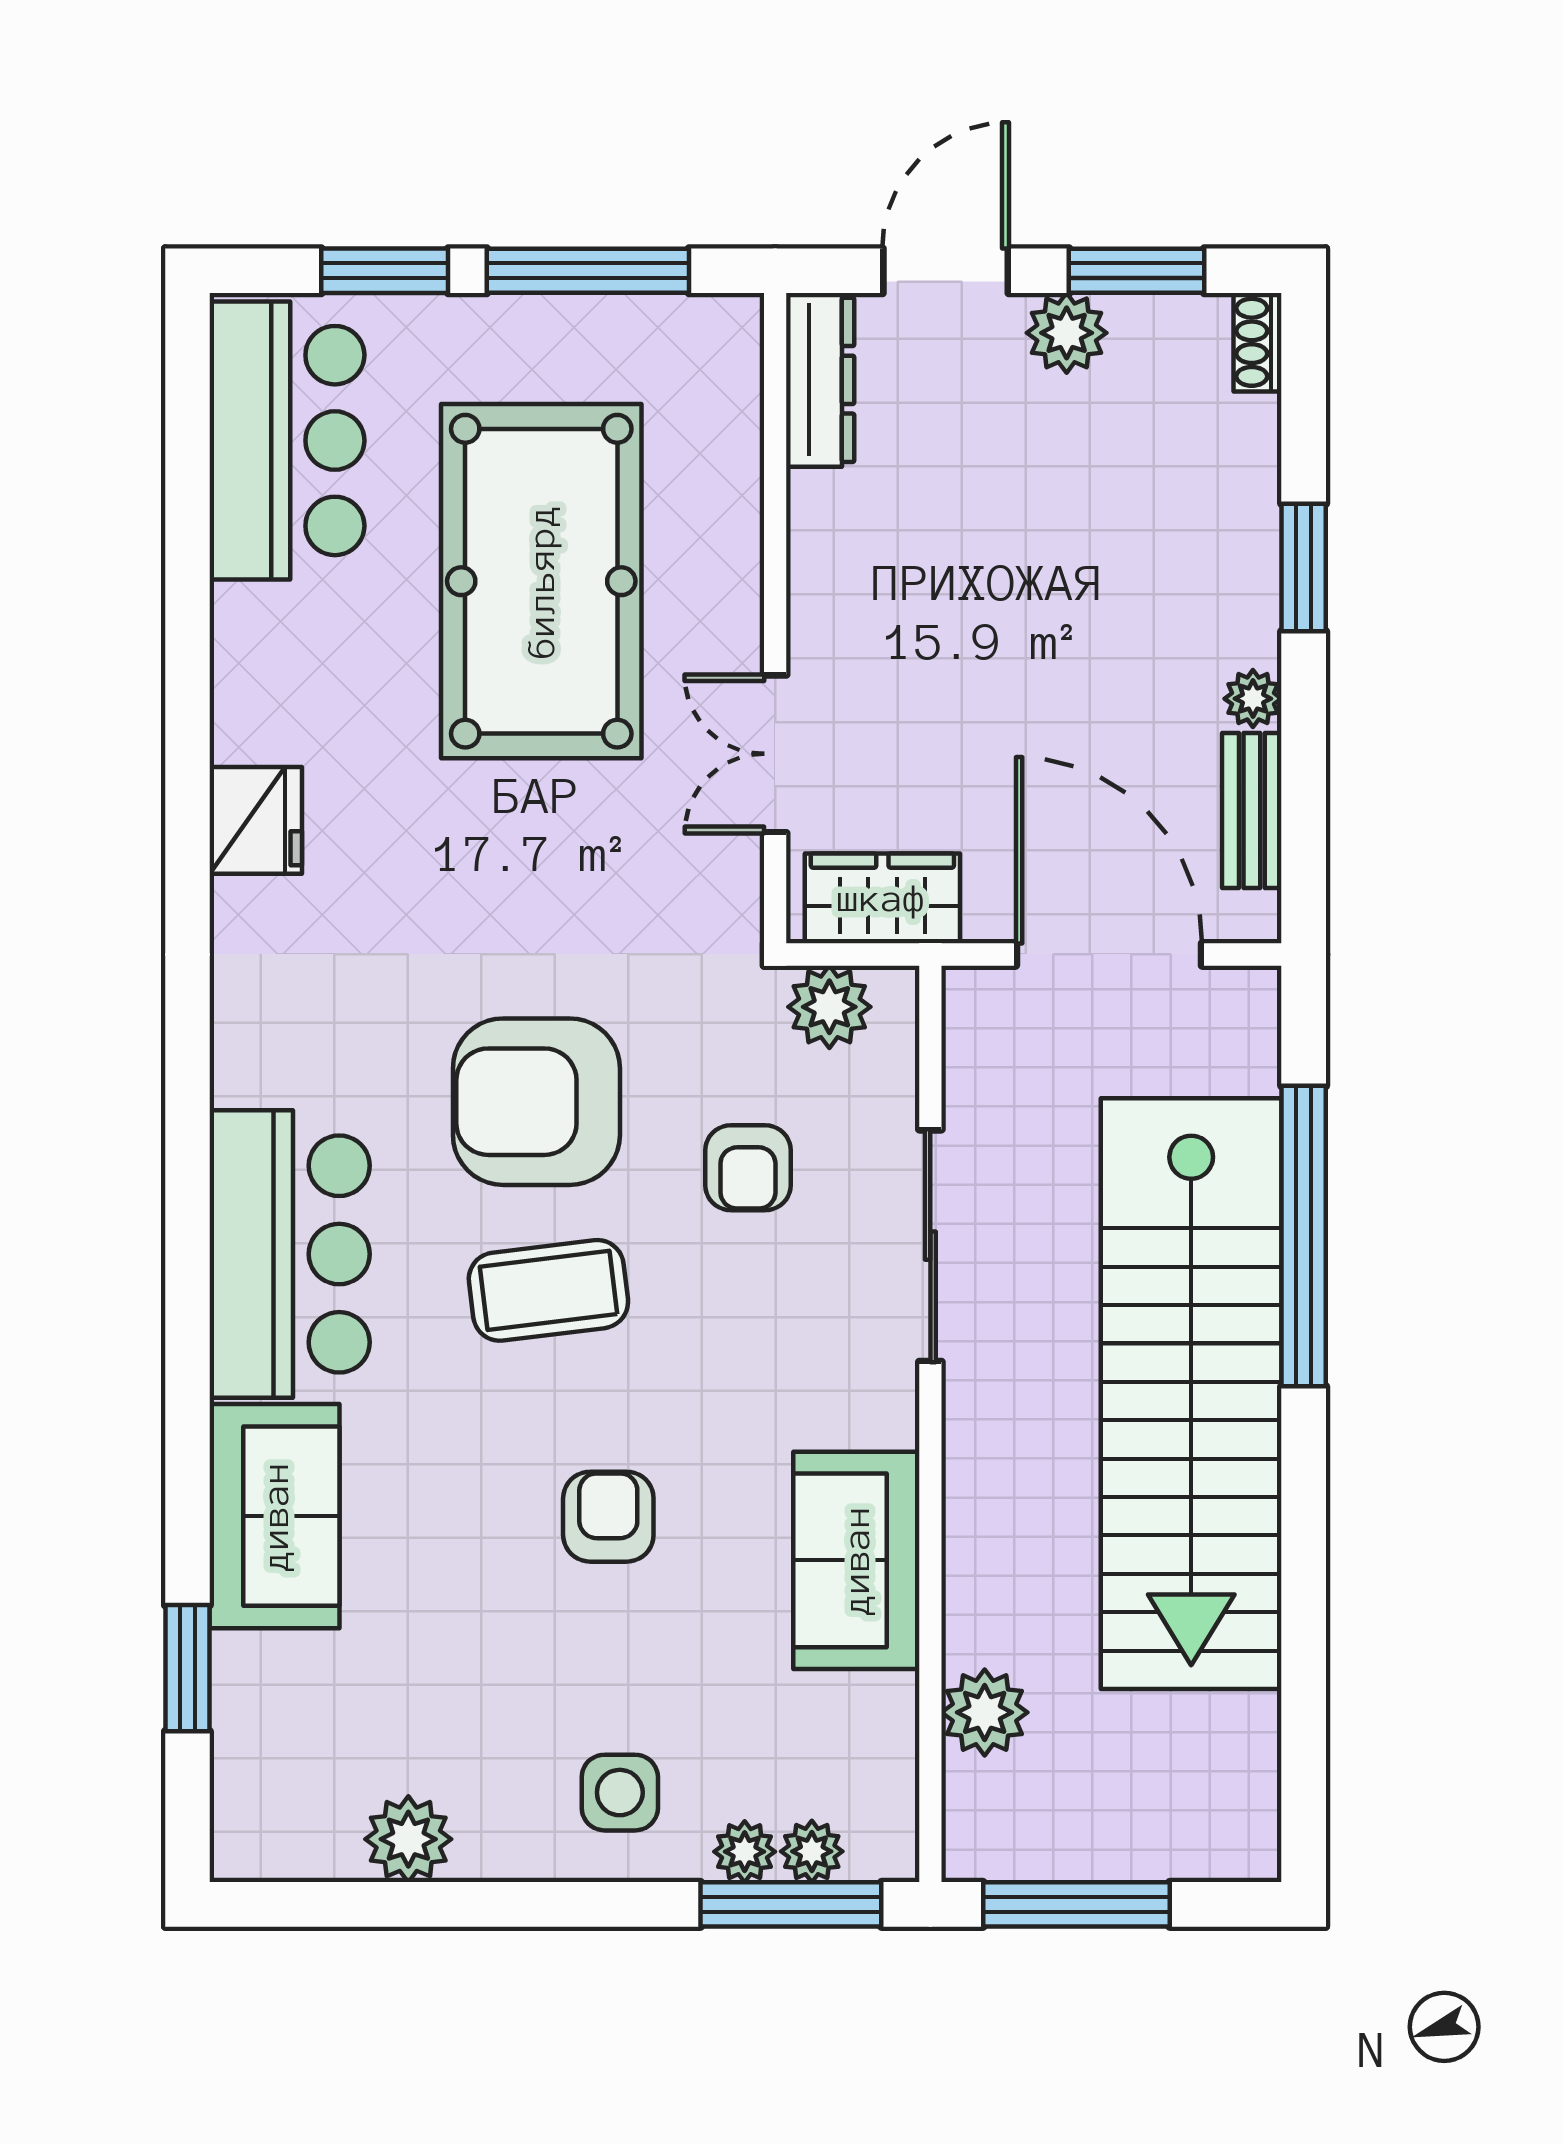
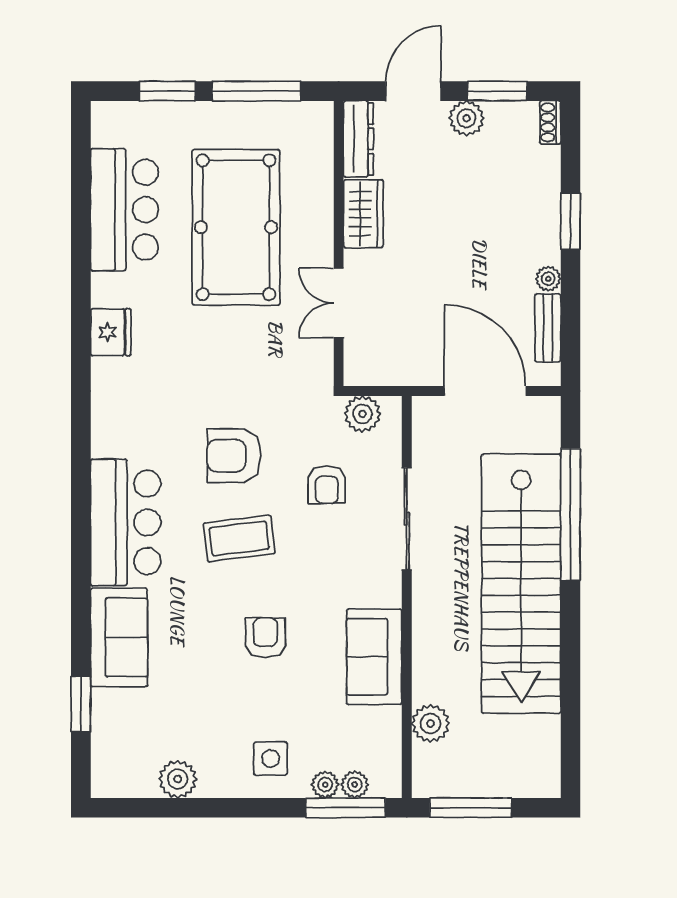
bar counter: (287, 441) -> (124, 210), moved
wardrobe: (882, 898) -> (363, 214), moved, turned 90
armchair: (536, 1102) -> (234, 456), width x0.73, depth x0.73

